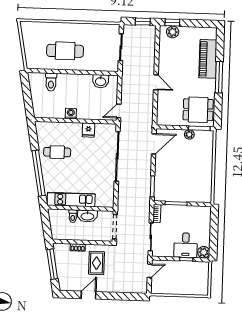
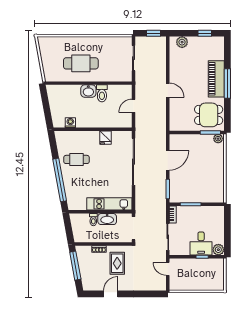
window: (172, 23) -> (205, 33), moved
piano: (208, 59) -> (216, 79), moved
washbasin: (101, 81) -> (88, 91), moved
toilet: (51, 82) -> (102, 93), moved
door: (119, 111) -> (133, 106), moved
washing machine: (71, 114) -> (70, 123), moved
plant: (189, 134) -> (218, 139), moved
door: (154, 144) -> (168, 160), moved
kitchen unit: (71, 199) -> (109, 204), moved
door: (150, 271) -> (168, 269), swing flipped

